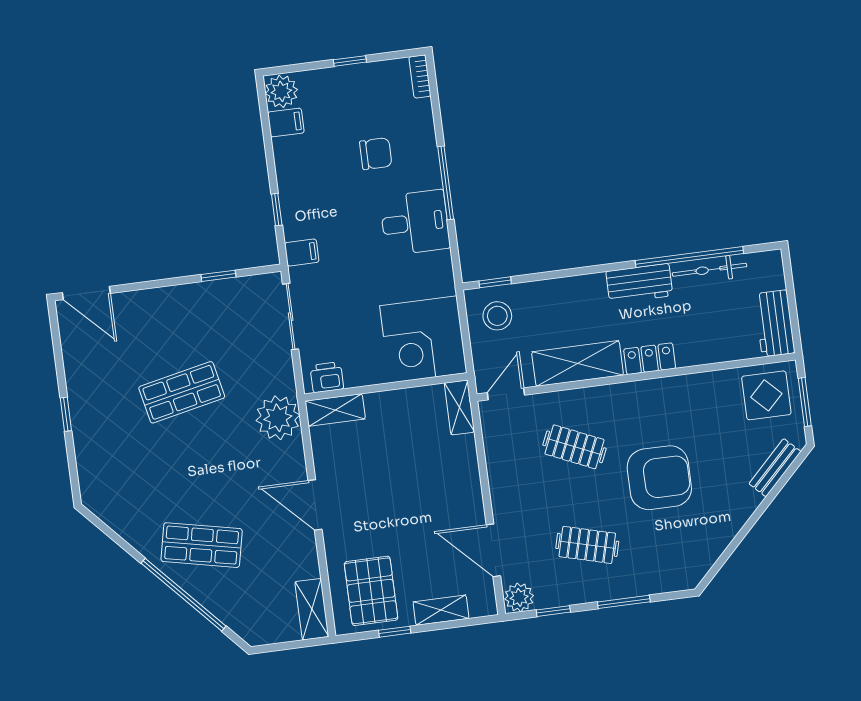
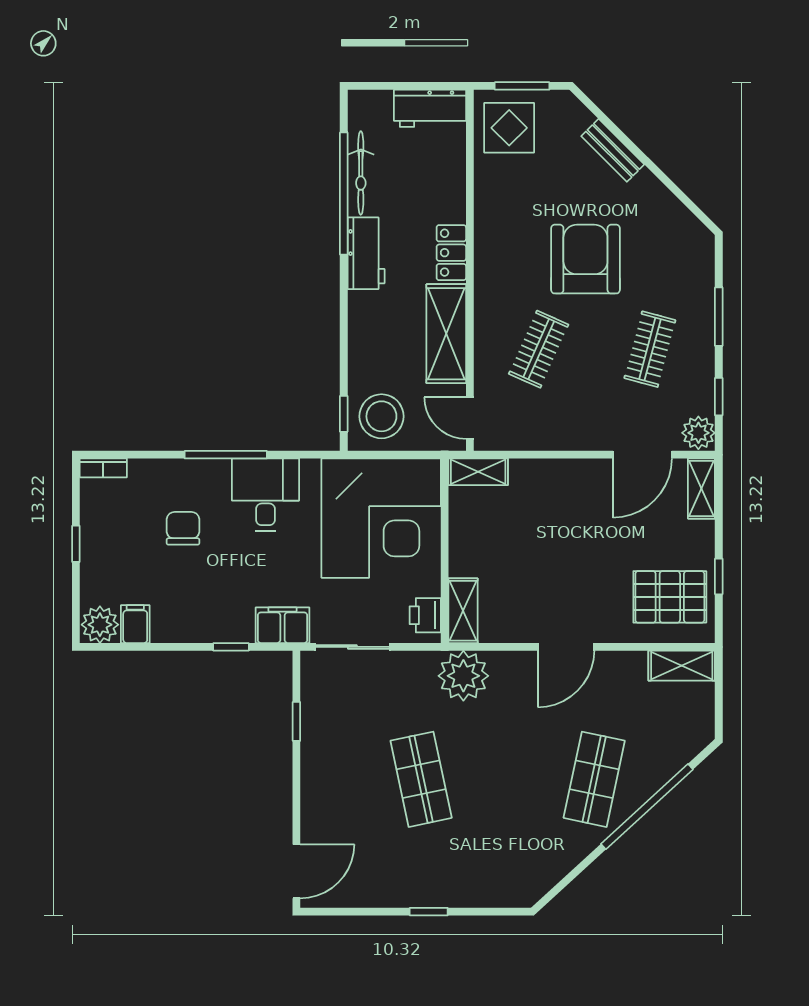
filing cabinet: (302, 252) -> (282, 625), width x2.00
stool: (497, 316) -> (381, 416), width x1.38, depth x1.38
corner desk: (423, 339) -> (381, 518), width x1.36, depth x1.36
bench: (775, 468) -> (613, 150), moved
shelving: (441, 610) -> (701, 489), moved

